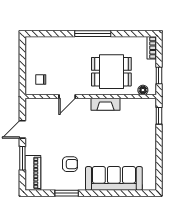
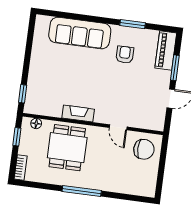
dining table: (111, 72) -> (67, 148), turned 90
chair: (41, 80) -> (144, 149), width x1.87, depth x1.87
door: (67, 97) -> (118, 127), swing flipped
armchair: (70, 164) -> (125, 55), turned 90

